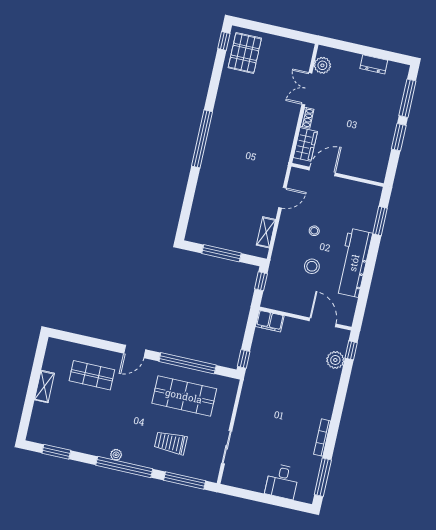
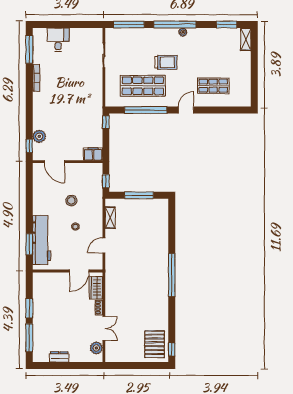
workbench: (354, 263) -> (42, 240), moved
shelving: (44, 387) -> (246, 39), moved
trolley: (171, 443) -> (166, 62), moved

